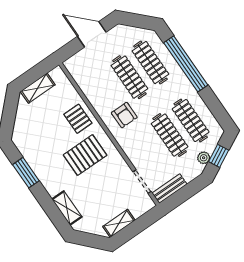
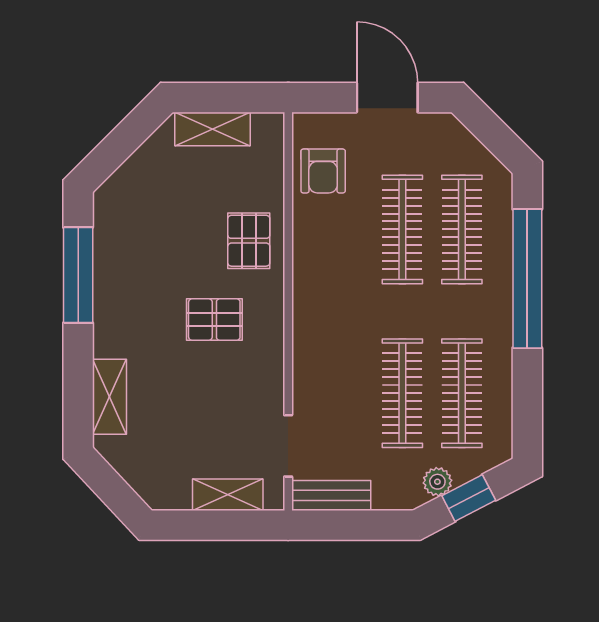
armchair: (124, 115) -> (323, 171), moved
pallet: (85, 155) -> (214, 320), width x0.67, depth x0.71
window: (26, 173) -> (78, 275), width x1.44
shelving: (119, 223) -> (228, 495), moved

